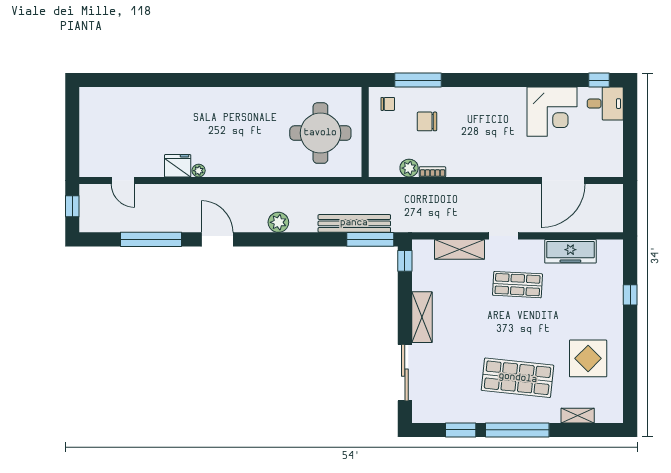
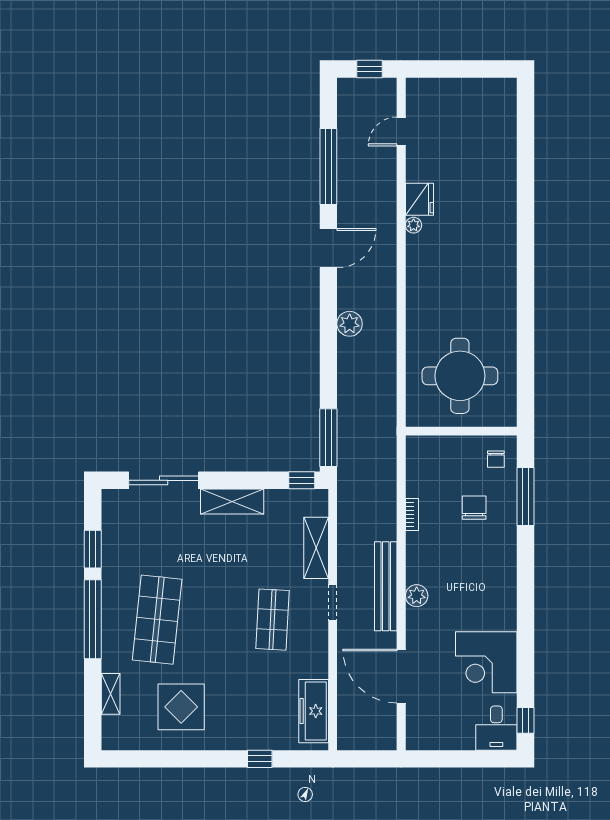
plant: (409, 168) -> (417, 596), moved
bench: (354, 223) -> (386, 586), moved
freezer: (570, 251) -> (314, 711), moved

